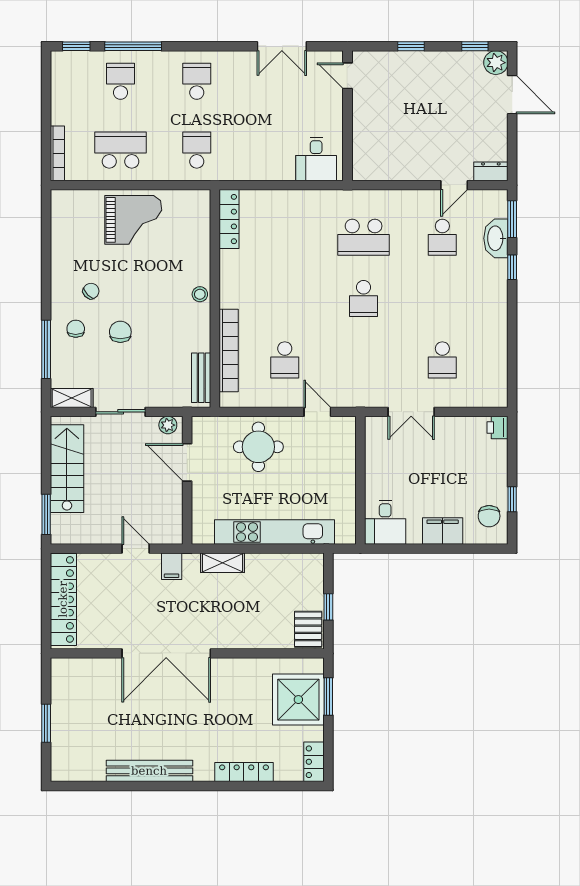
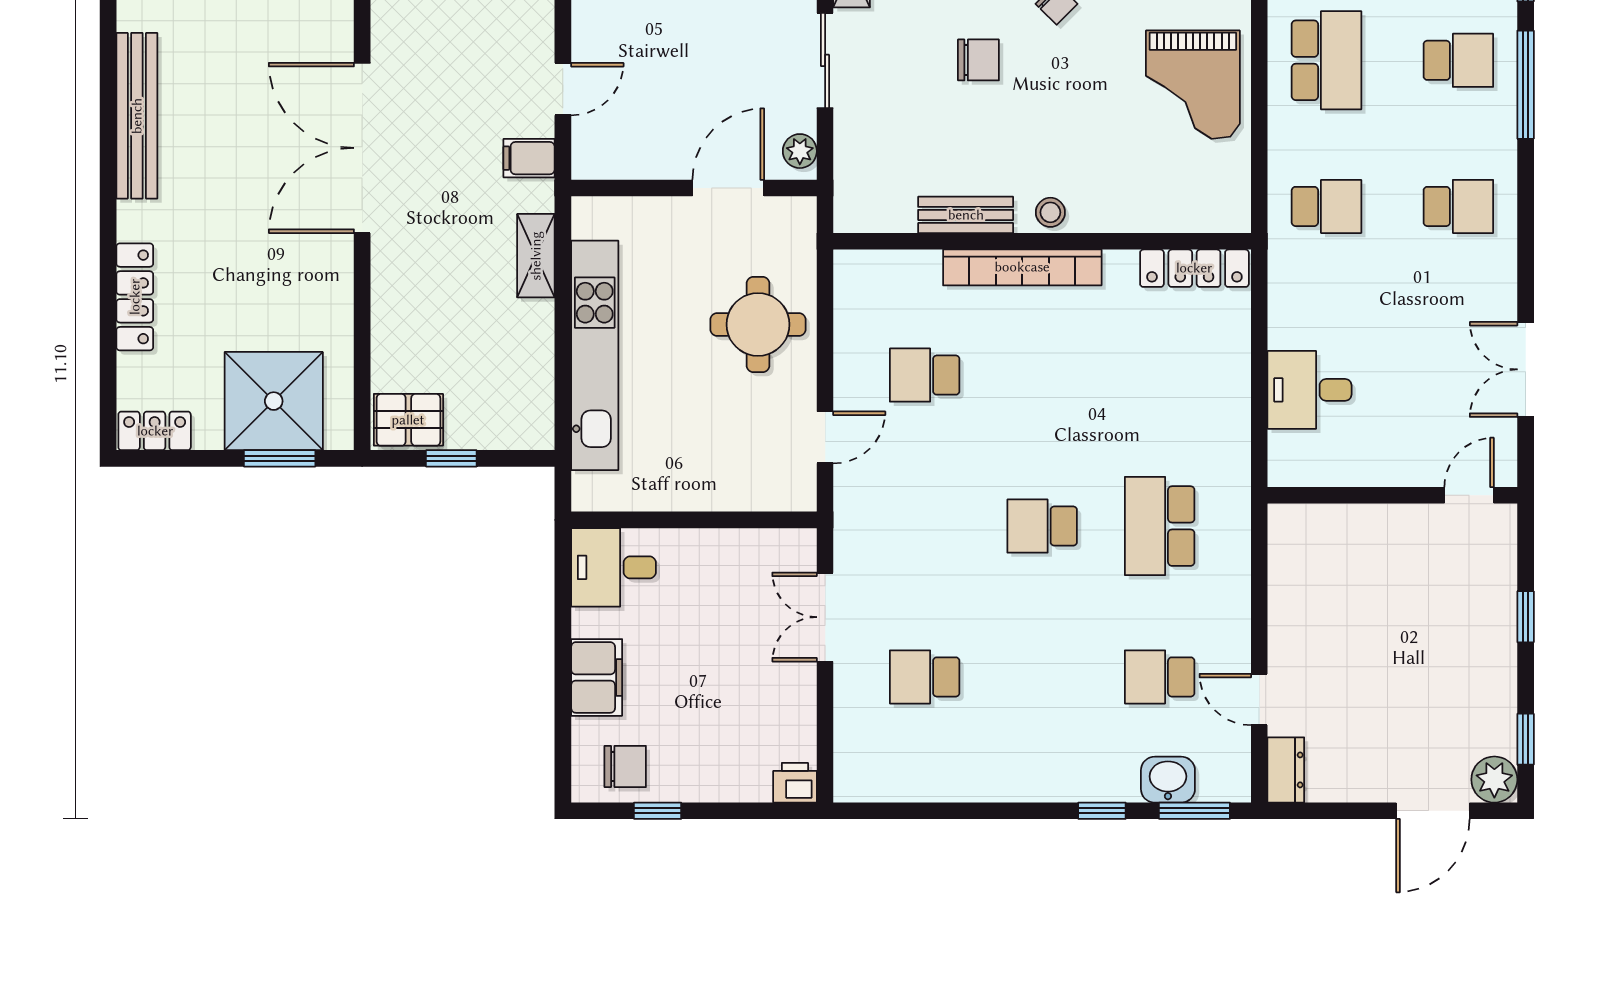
desk: (316, 159) -> (1310, 390), moved
washbasin: (496, 238) -> (1168, 780), width x0.72
bookcase: (229, 351) -> (1022, 267), moved
bench: (201, 378) -> (966, 215), moved
chair: (489, 516) -> (625, 766), turned 180

